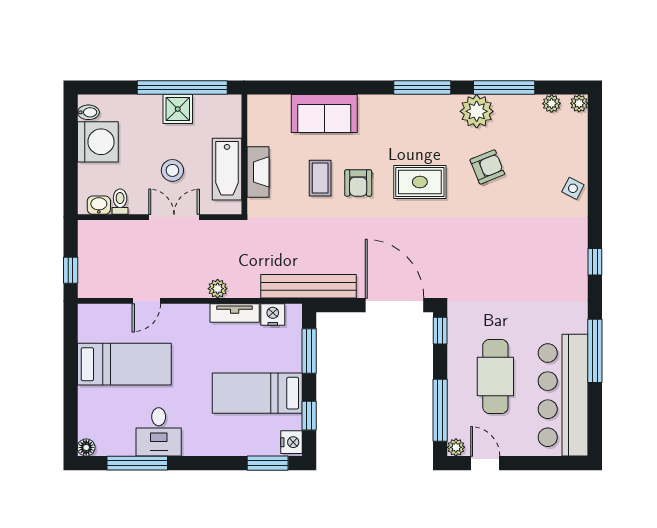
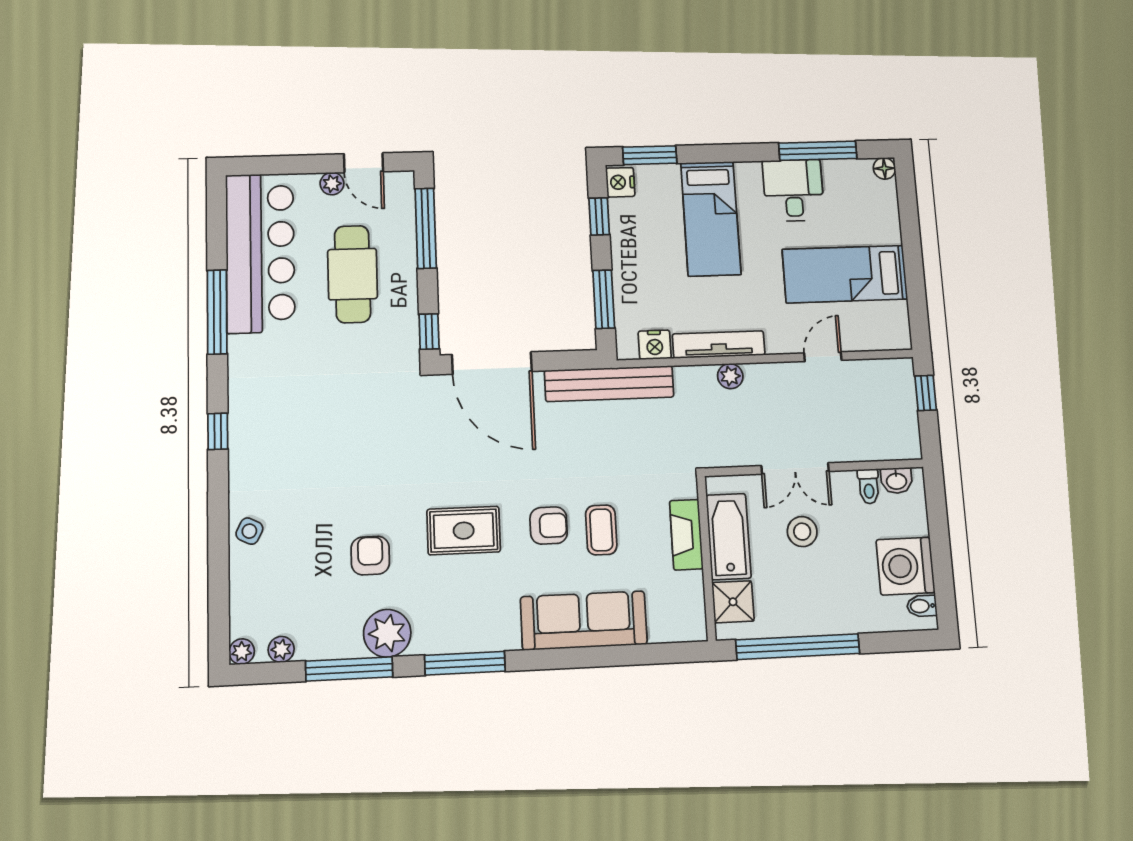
shower: (178, 109) -> (733, 602), moved
sofa: (324, 114) -> (584, 621), width x1.36
armchair: (487, 167) -> (370, 556), turned 112
armchair: (358, 183) -> (549, 526), turned 90
tv unit: (235, 313) -> (719, 344), width x1.41
bed: (257, 393) -> (711, 219), moved, turned 90
plant: (456, 447) -> (332, 184), moved

